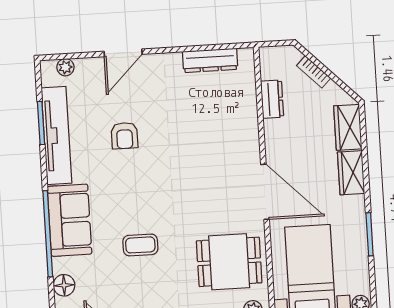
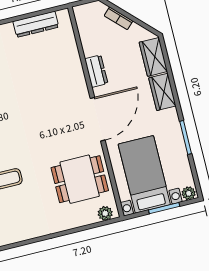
dresser: (272, 99) -> (96, 71), moved
door: (265, 192) -> (98, 119), hinge flipped

